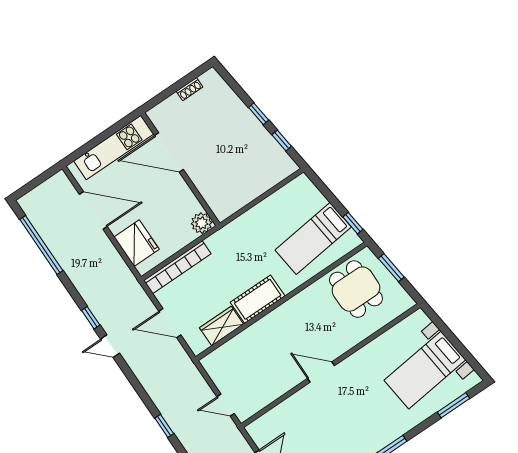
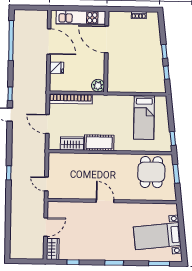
bed: (313, 238) -> (144, 117), moved, turned -83
fridge: (137, 243) -> (57, 68), width x0.53, depth x0.75

